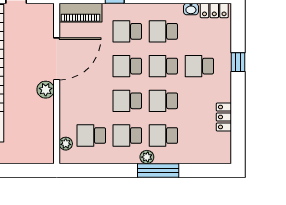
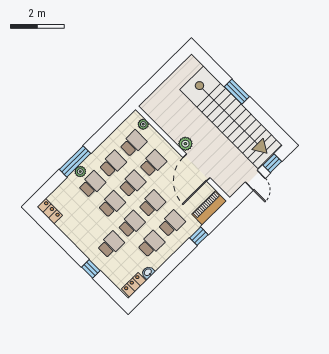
school desk: (91, 101) -> (153, 163), added
locker: (224, 117) -> (50, 211), moved
plant: (147, 157) -> (80, 172), moved

